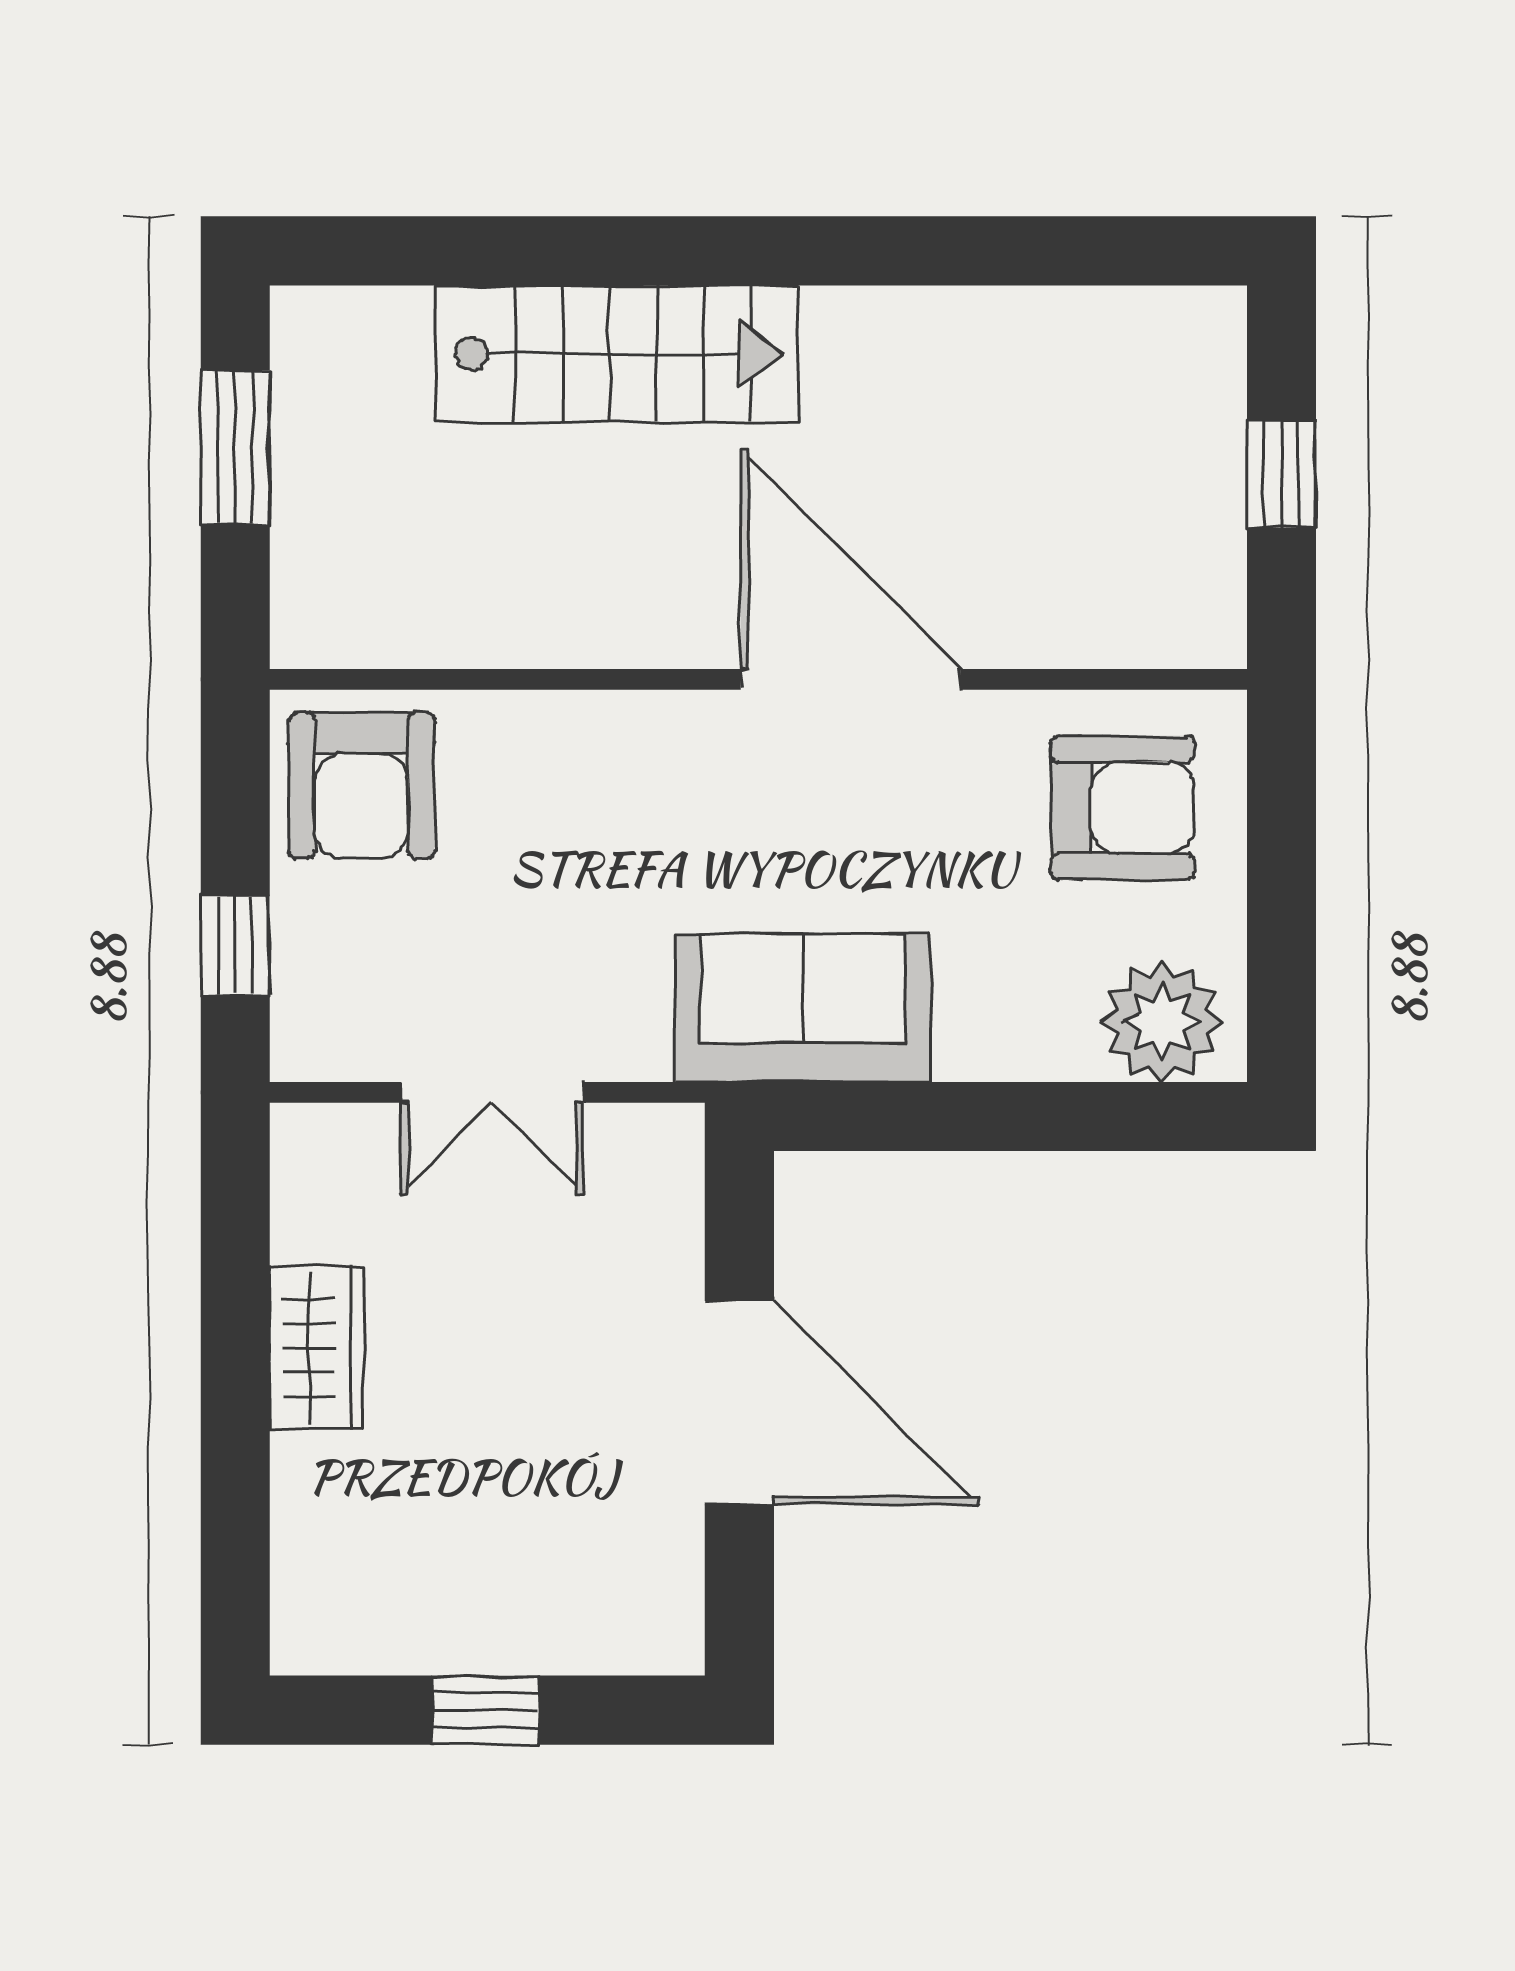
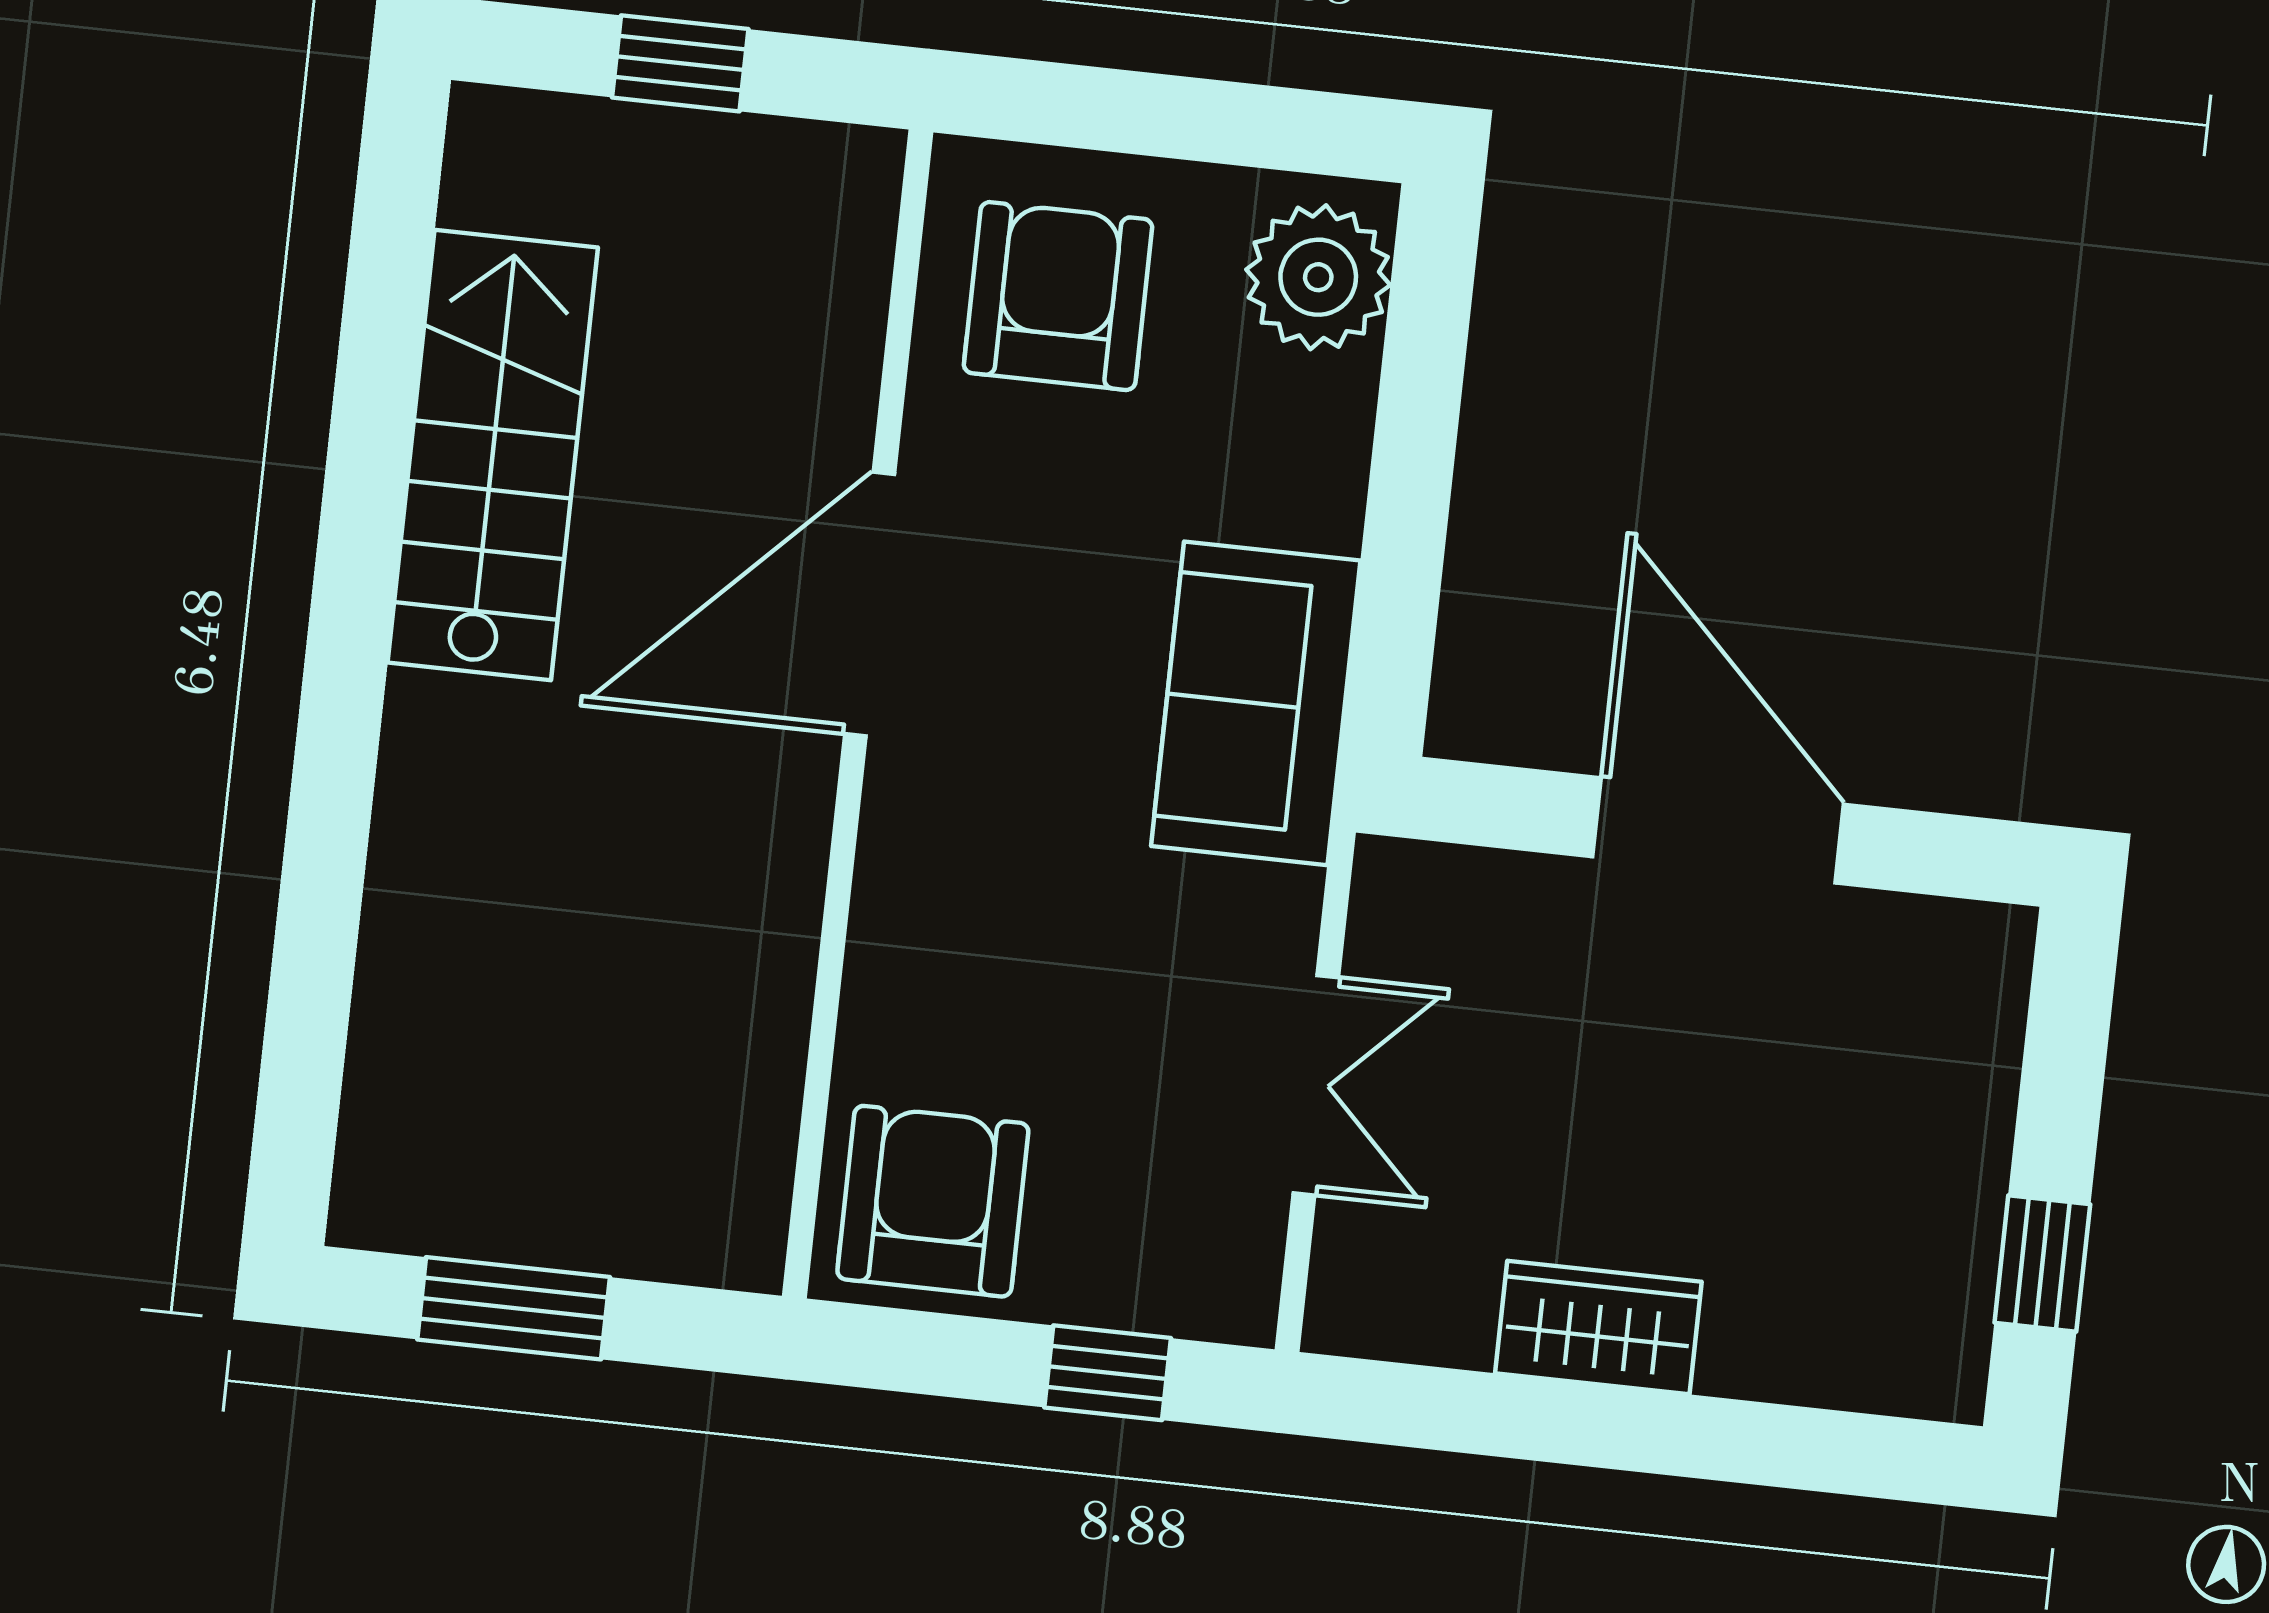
stairs: (617, 354) -> (493, 455), moved
armchair: (362, 786) -> (933, 1201), turned -90
door: (739, 1403) -> (1718, 830), hinge flipped
window: (485, 1710) -> (2042, 1263), moved

